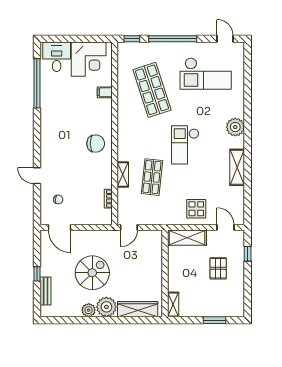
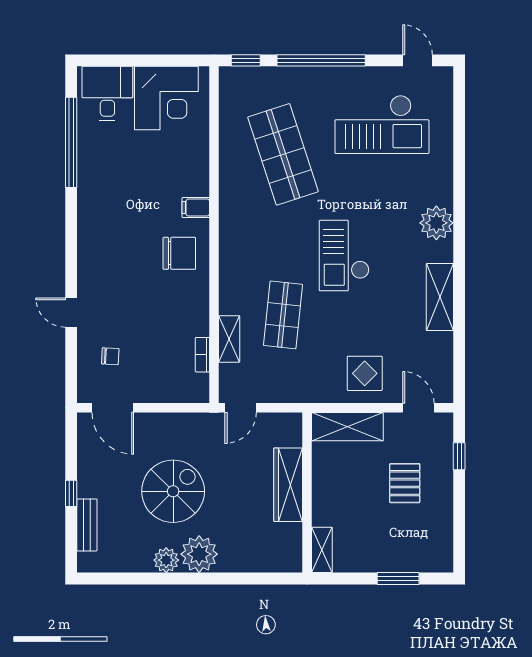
filing cabinet: (105, 92) -> (196, 208), moved
shelving: (123, 175) -> (229, 339), moved
wardrobe: (138, 309) -> (288, 485), moved, turned -90

